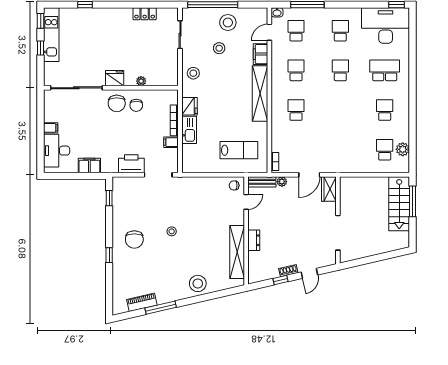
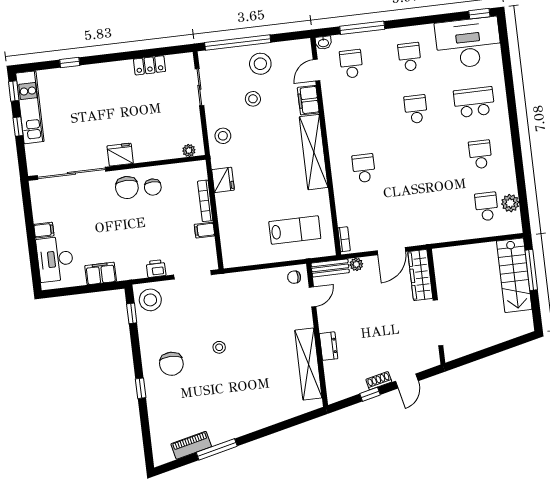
school desk: (296, 70) -> (358, 116), removed
plant: (141, 81) -> (189, 150), moved
kitchen sink: (189, 130) -> (226, 211), removed
printer: (131, 164) -> (156, 268), width x0.53, depth x0.68
wardrobe: (329, 189) -> (420, 275), width x1.50
stool: (198, 283) -> (150, 300), moved

